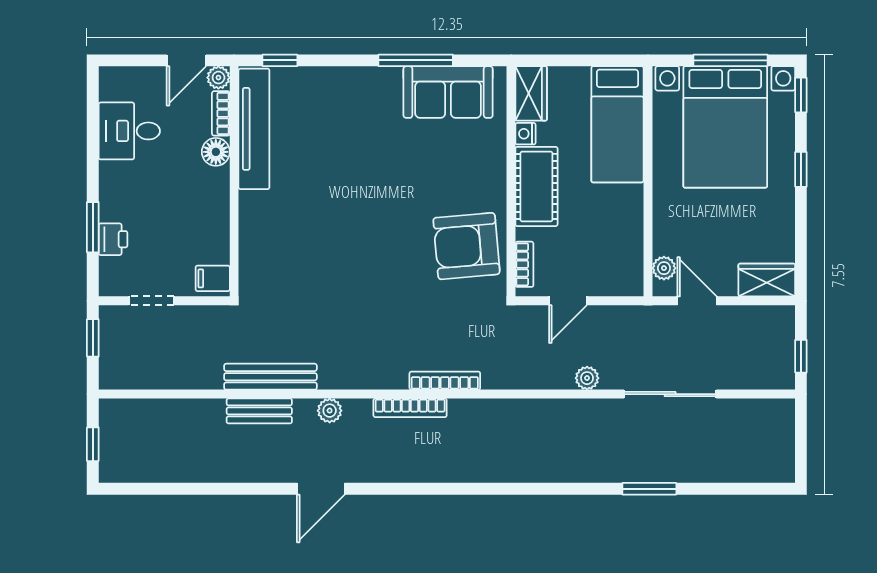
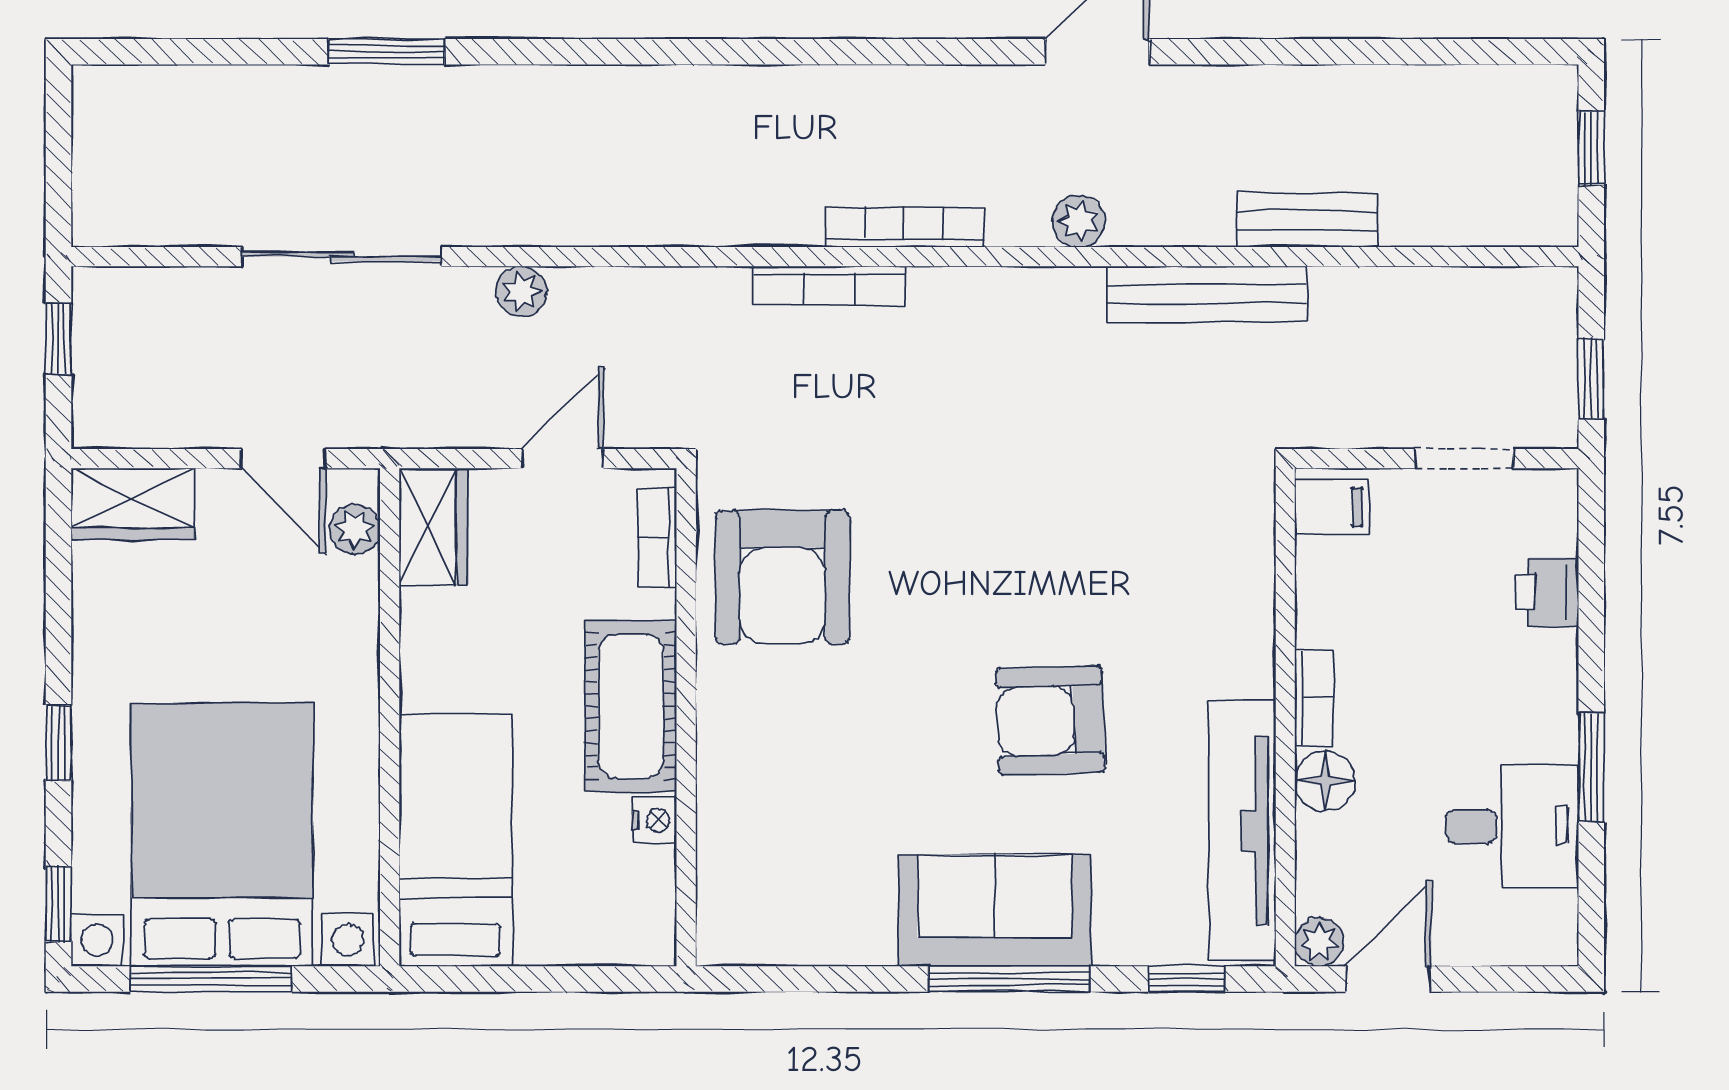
window: (416, 60) -> (1009, 979), moved
sofa: (448, 92) -> (995, 910), moved
wardrobe: (531, 93) -> (433, 527), moved, turned 180
bookcase: (221, 113) -> (1314, 698), moved
armchair: (343, 180) -> (1050, 720), added
window: (93, 227) -> (1591, 767), moved
armchair: (466, 246) -> (782, 577), turned 95
bench: (259, 411) -> (1307, 220), moved

